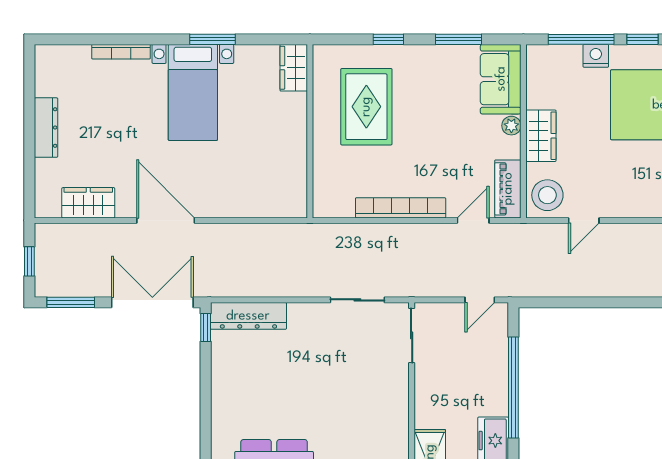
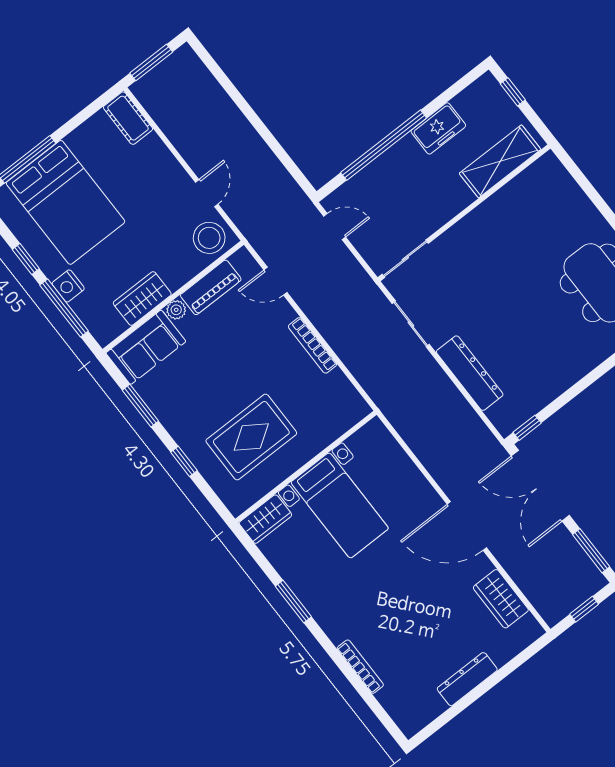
bed with nightstands: (193, 92) -> (340, 505), moved, turned 90
wardrobe: (541, 136) -> (142, 299), moved
piano: (508, 189) -> (211, 287), moved
bookcase: (401, 208) -> (312, 345), width x0.68, depth x0.76
door: (166, 220) -> (467, 526), hinge flipped
door: (584, 220) -> (207, 193), hinge flipped
dresser: (248, 316) -> (470, 373), moved

